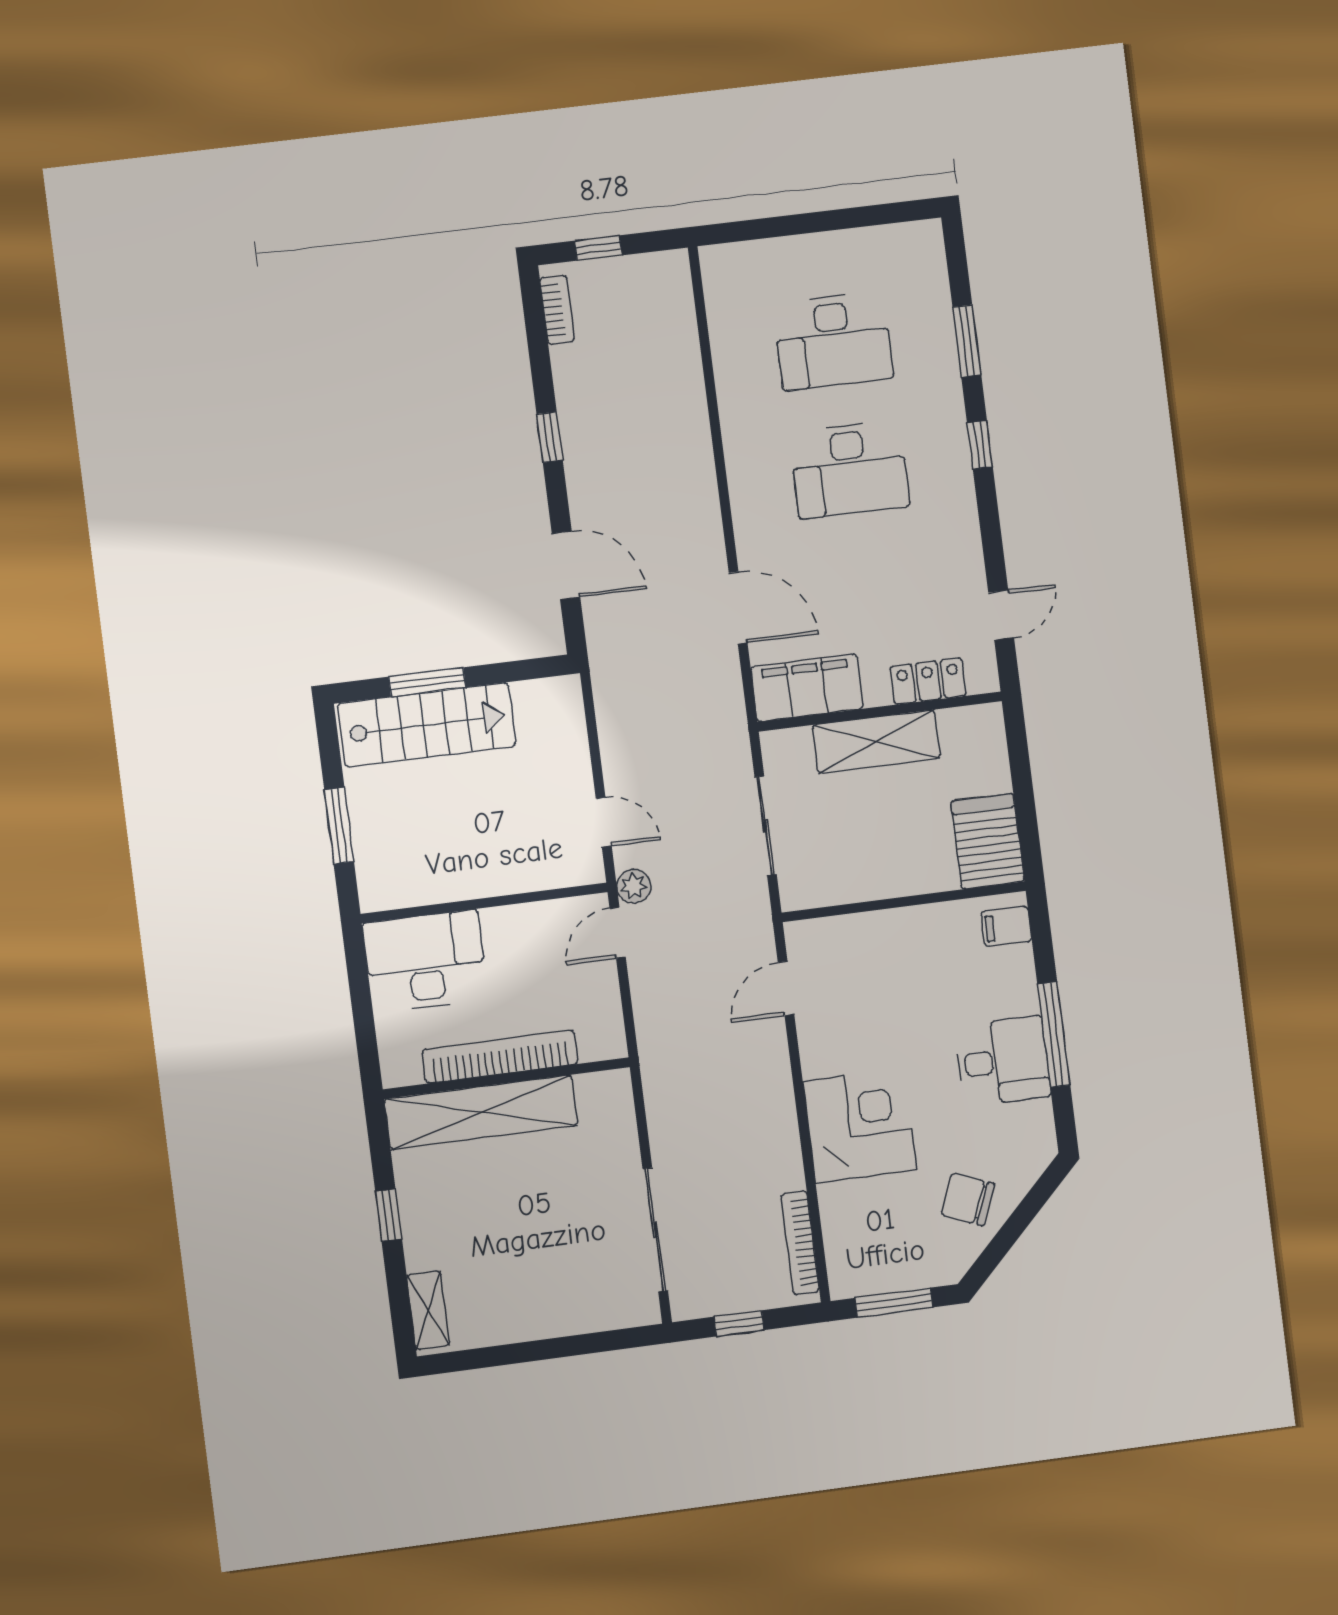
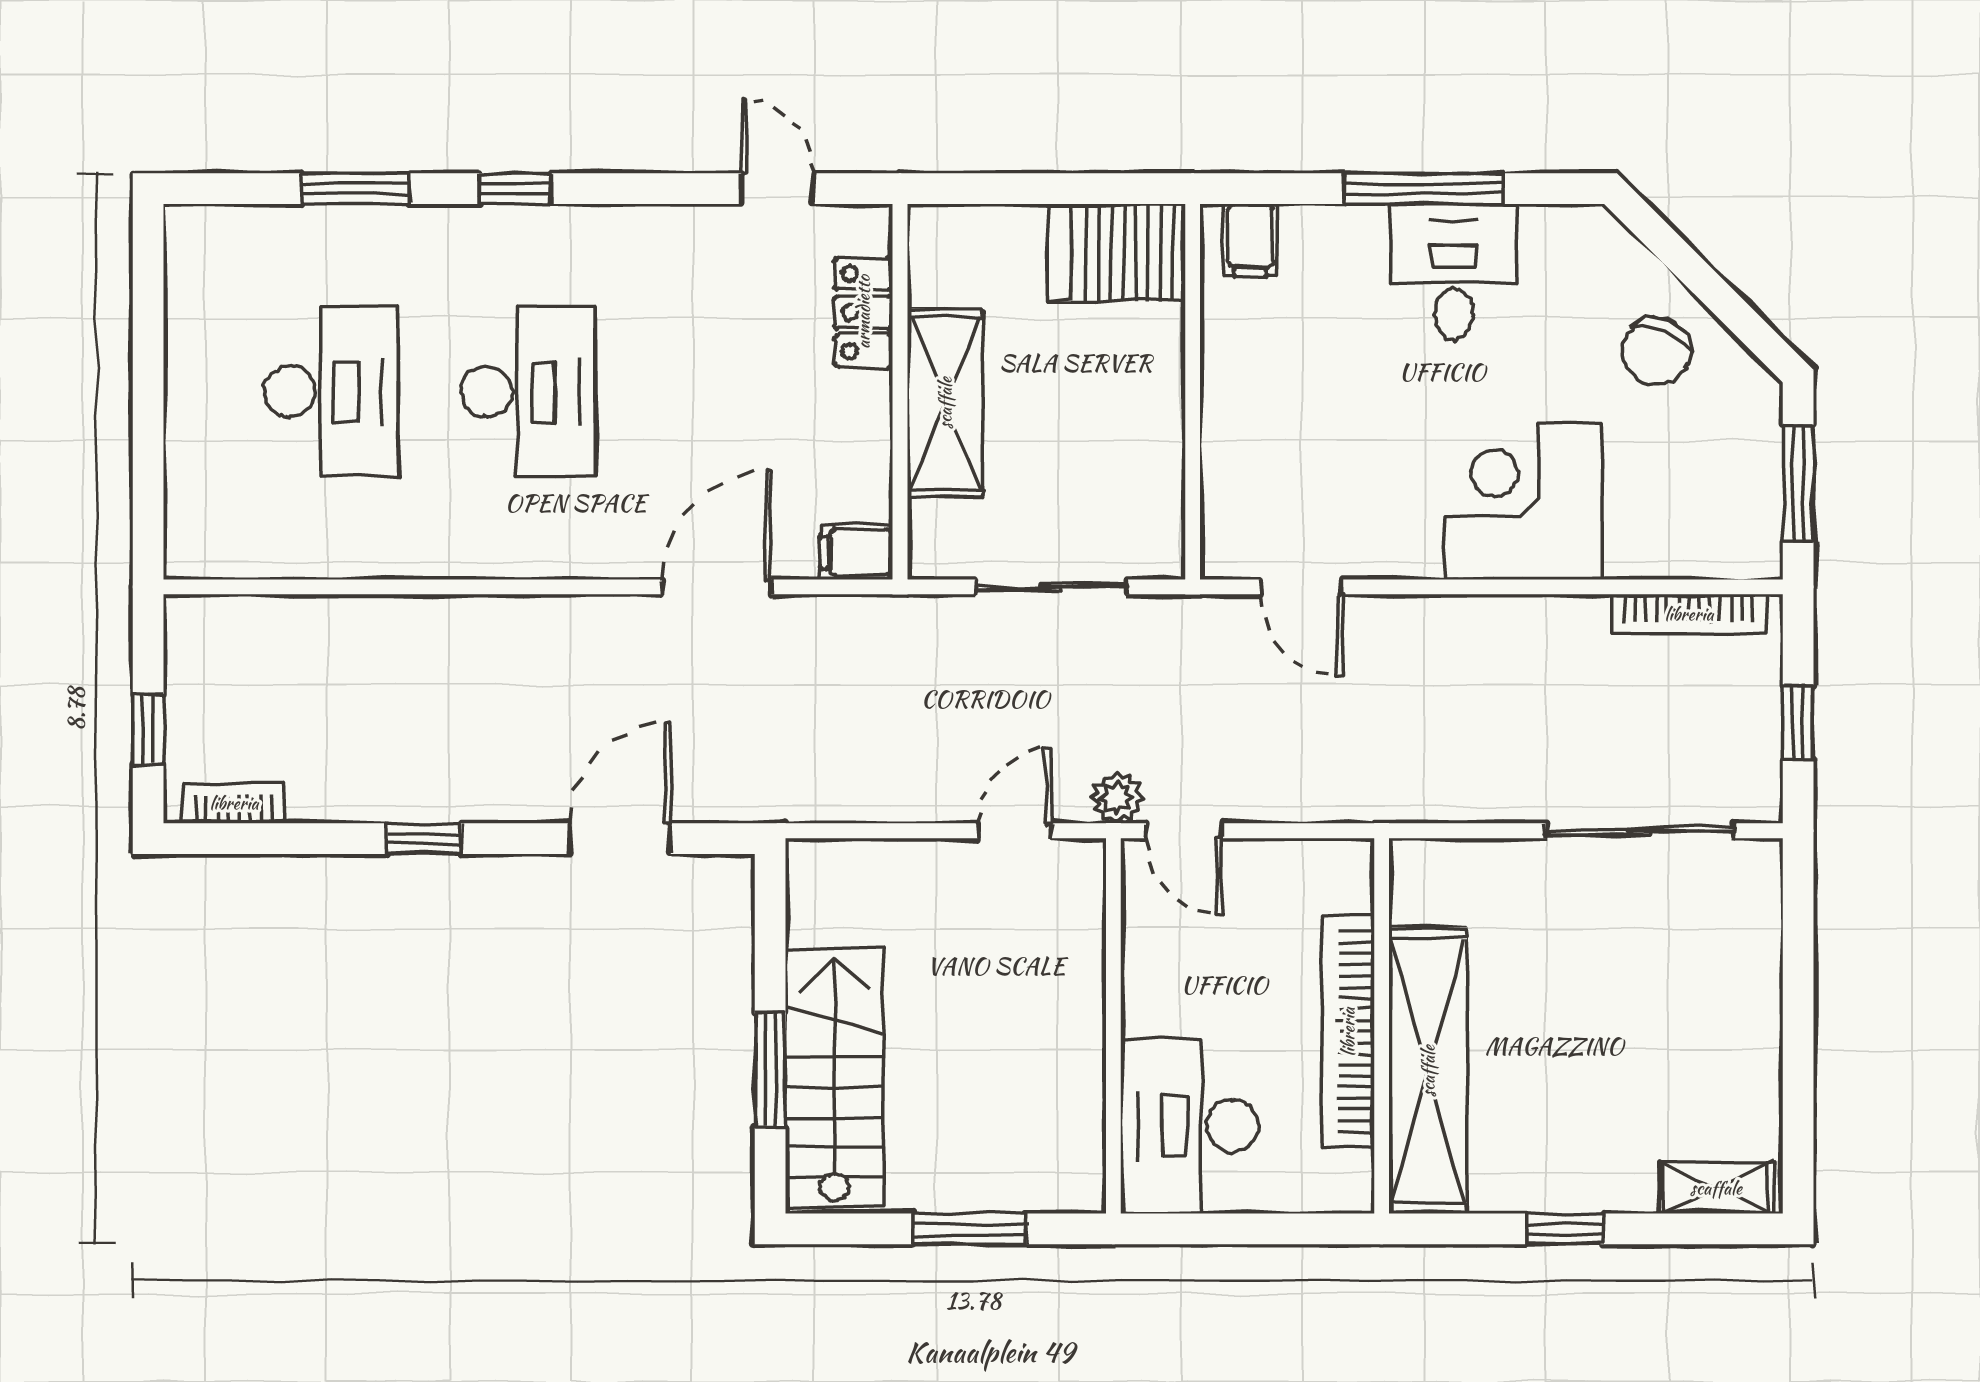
filing cabinet: (807, 688) -> (856, 552), width x0.33, depth x0.86

